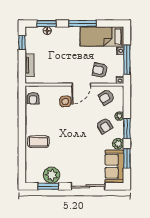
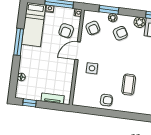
window: (47, 24) -> (14, 77), removed
door: (81, 85) -> (78, 51), swing flipped
armchair: (33, 98) -> (106, 100), moved
window: (127, 128) -> (109, 10), moved
coffee table: (38, 142) -> (129, 85), moved

